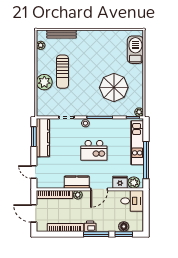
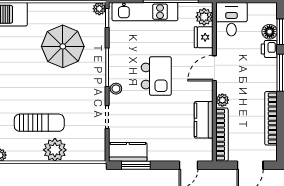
kitchen counter: (43, 138) -> (128, 152), width x0.67
kitchen counter: (77, 182) -> (204, 120), moved
door: (99, 189) -> (214, 68), swing flipped
printer: (90, 226) -> (269, 49), moved

